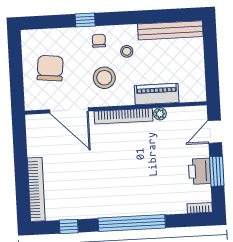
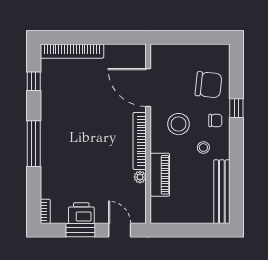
chair: (50, 68) -> (209, 85), moved
door: (69, 110) -> (148, 88), hinge flipped
window: (132, 223) -> (34, 144), width x0.68

